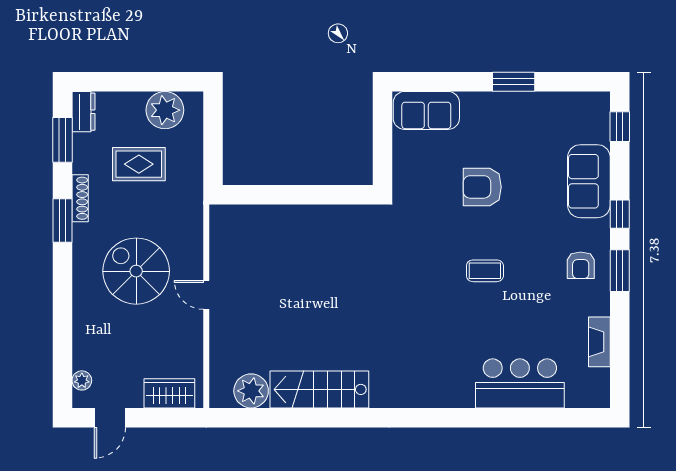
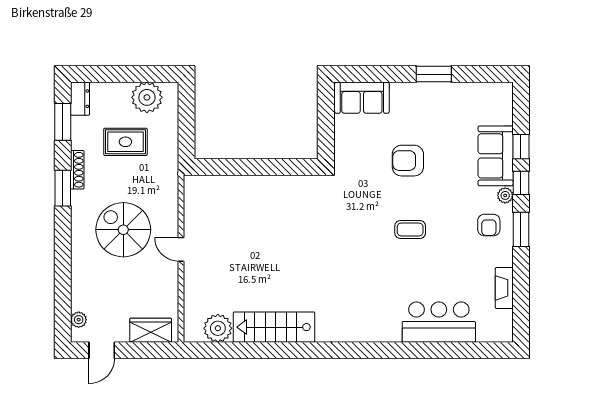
window: (620, 127) -> (521, 147), moved
plant: (601, 229) -> (505, 195), added

